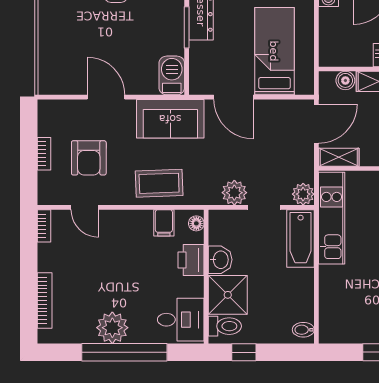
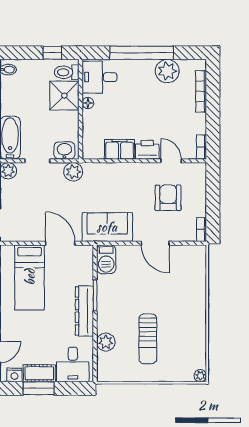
bookcase: (44, 154) -> (202, 229), moved
coffee table: (159, 183) -> (116, 179), removed
plant: (234, 193) -> (73, 172), moved
filing cabinet: (164, 223) -> (120, 149), width x2.00
floor lamp: (196, 223) -> (88, 103), moved
printer: (191, 260) -> (147, 150), moved, turned -90
washbasin: (220, 260) -> (64, 150), moved, turned 90
plant: (112, 328) -> (167, 71), moved

